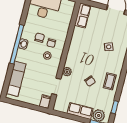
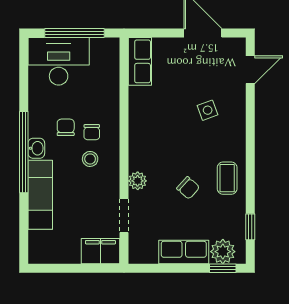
exam couch: (16, 79) -> (40, 195), moved
filing cabinet: (45, 102) -> (100, 251), width x2.00

